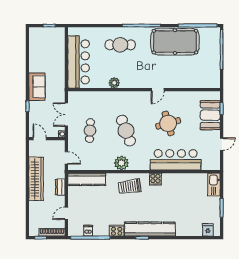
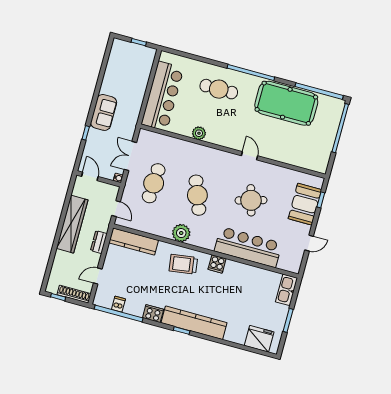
door: (158, 90) -> (249, 156), swing flipped
cafe table: (90, 131) -> (154, 183), width x1.37, depth x1.35
fridge: (208, 230) -> (259, 339), width x1.88, depth x1.34

